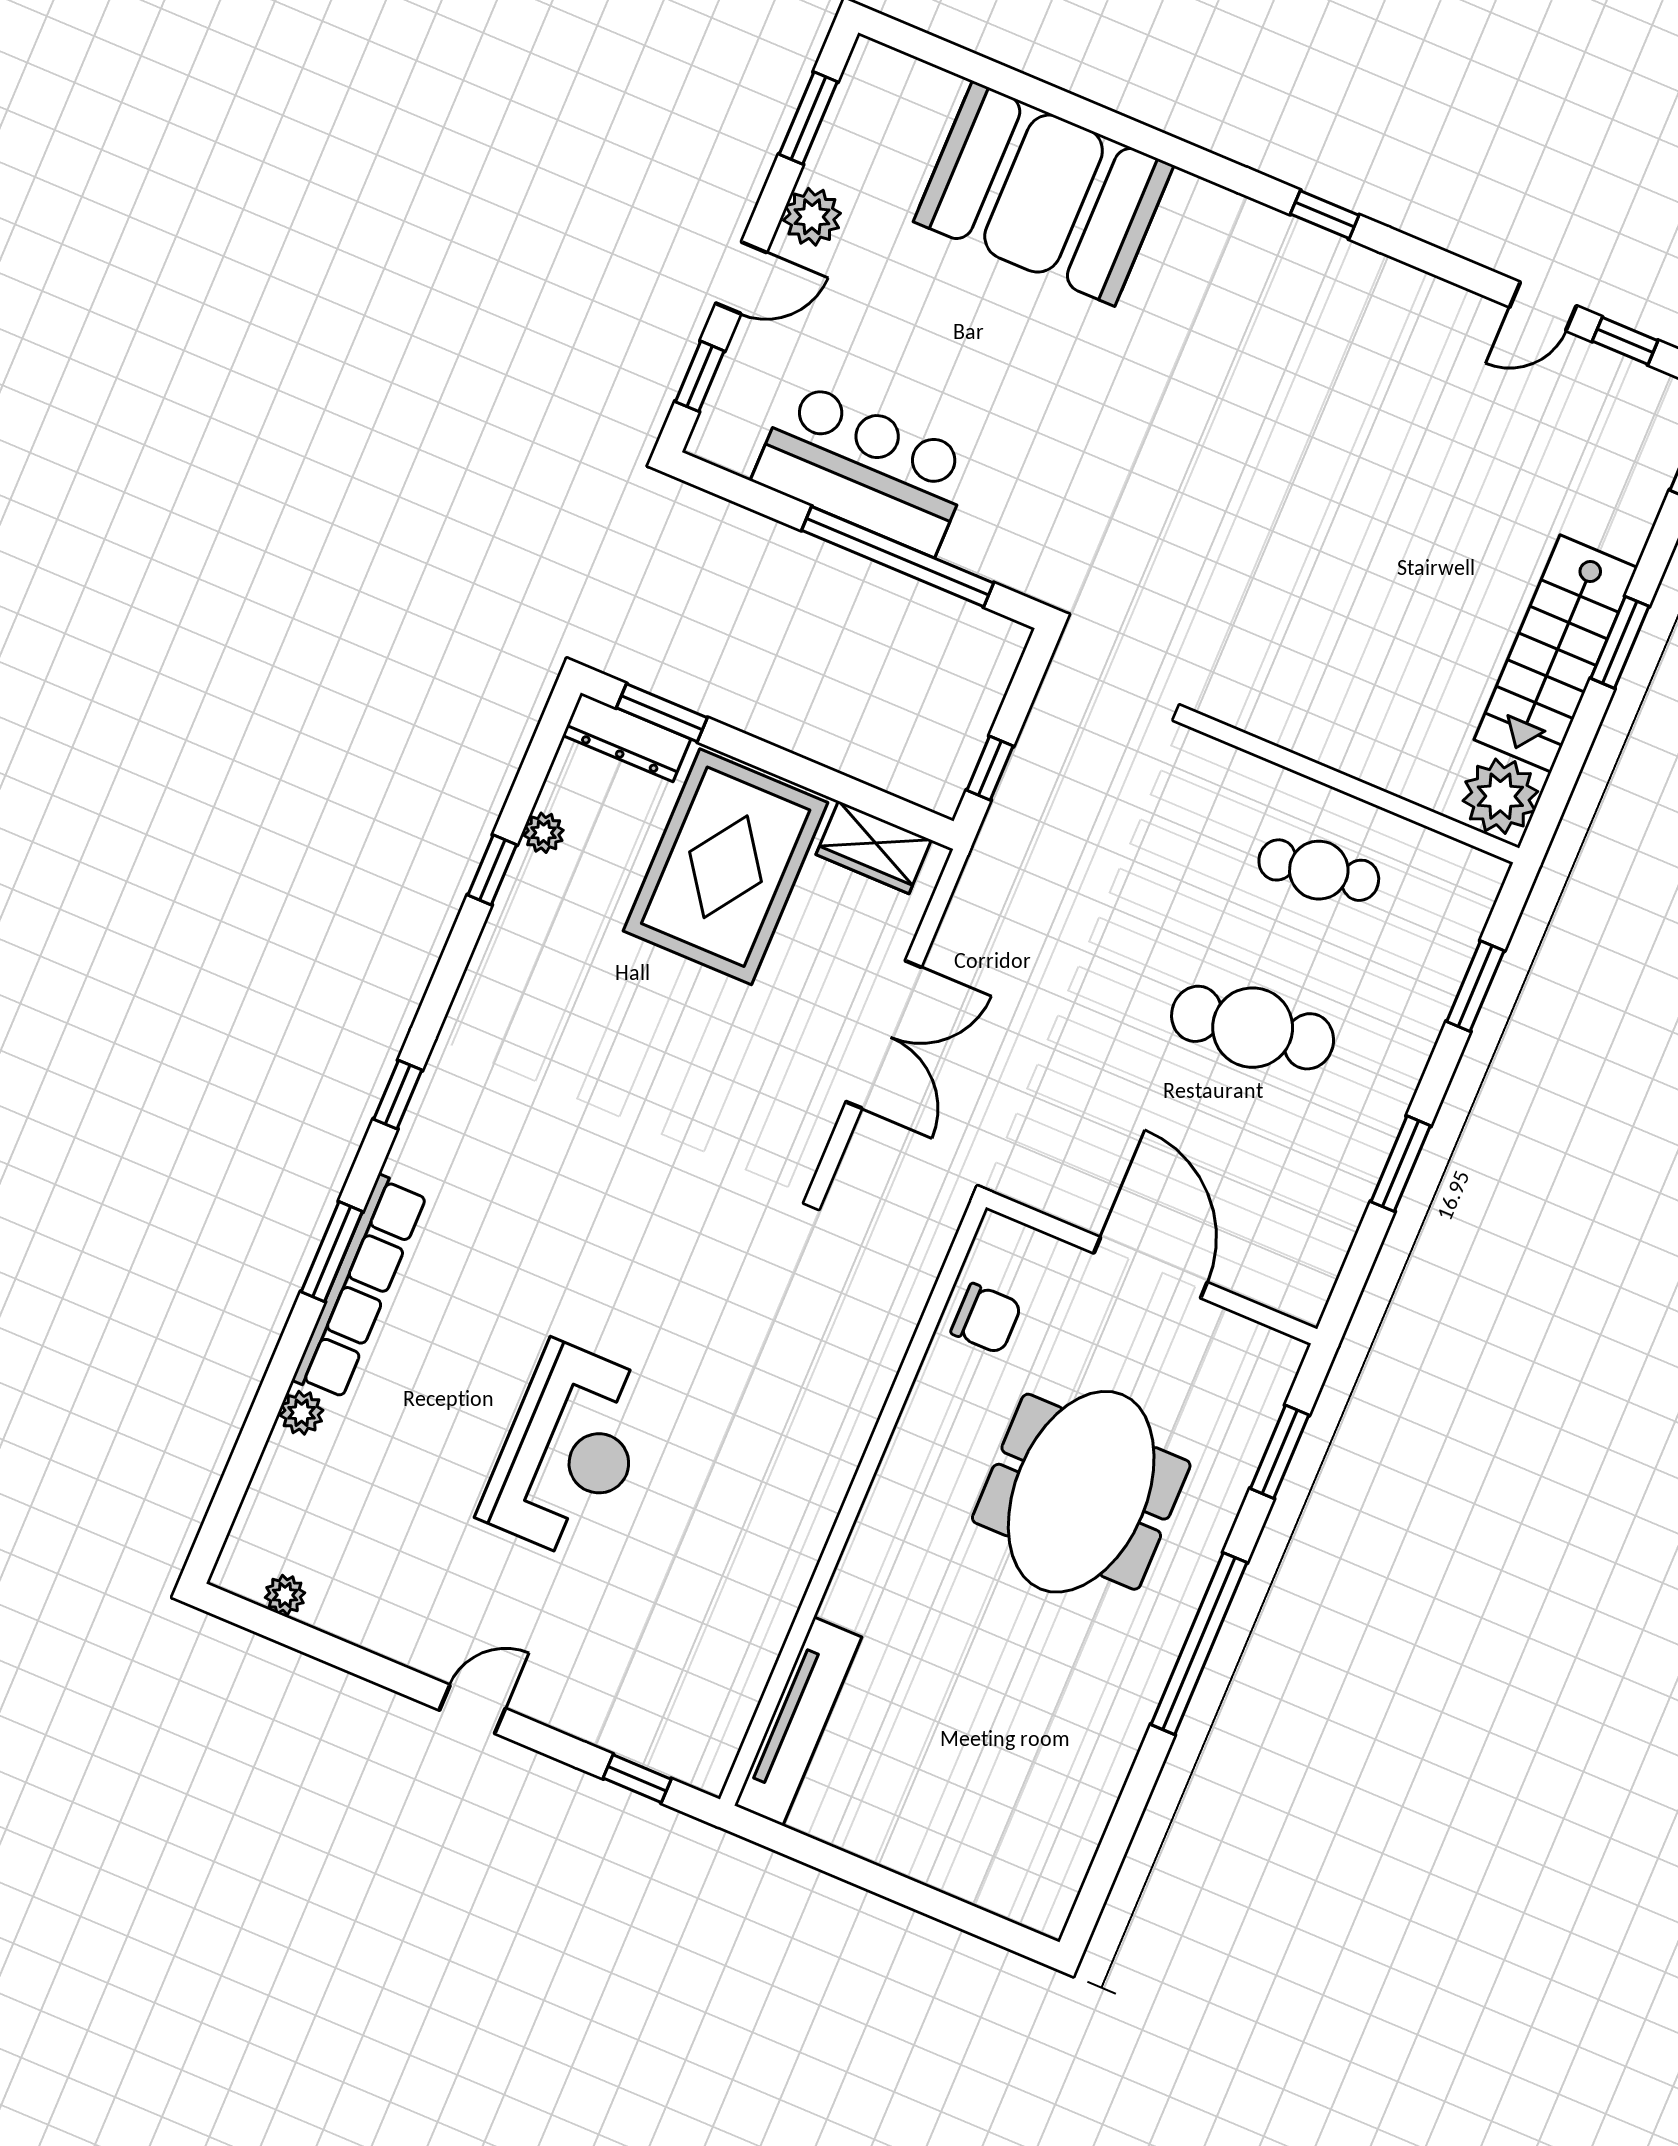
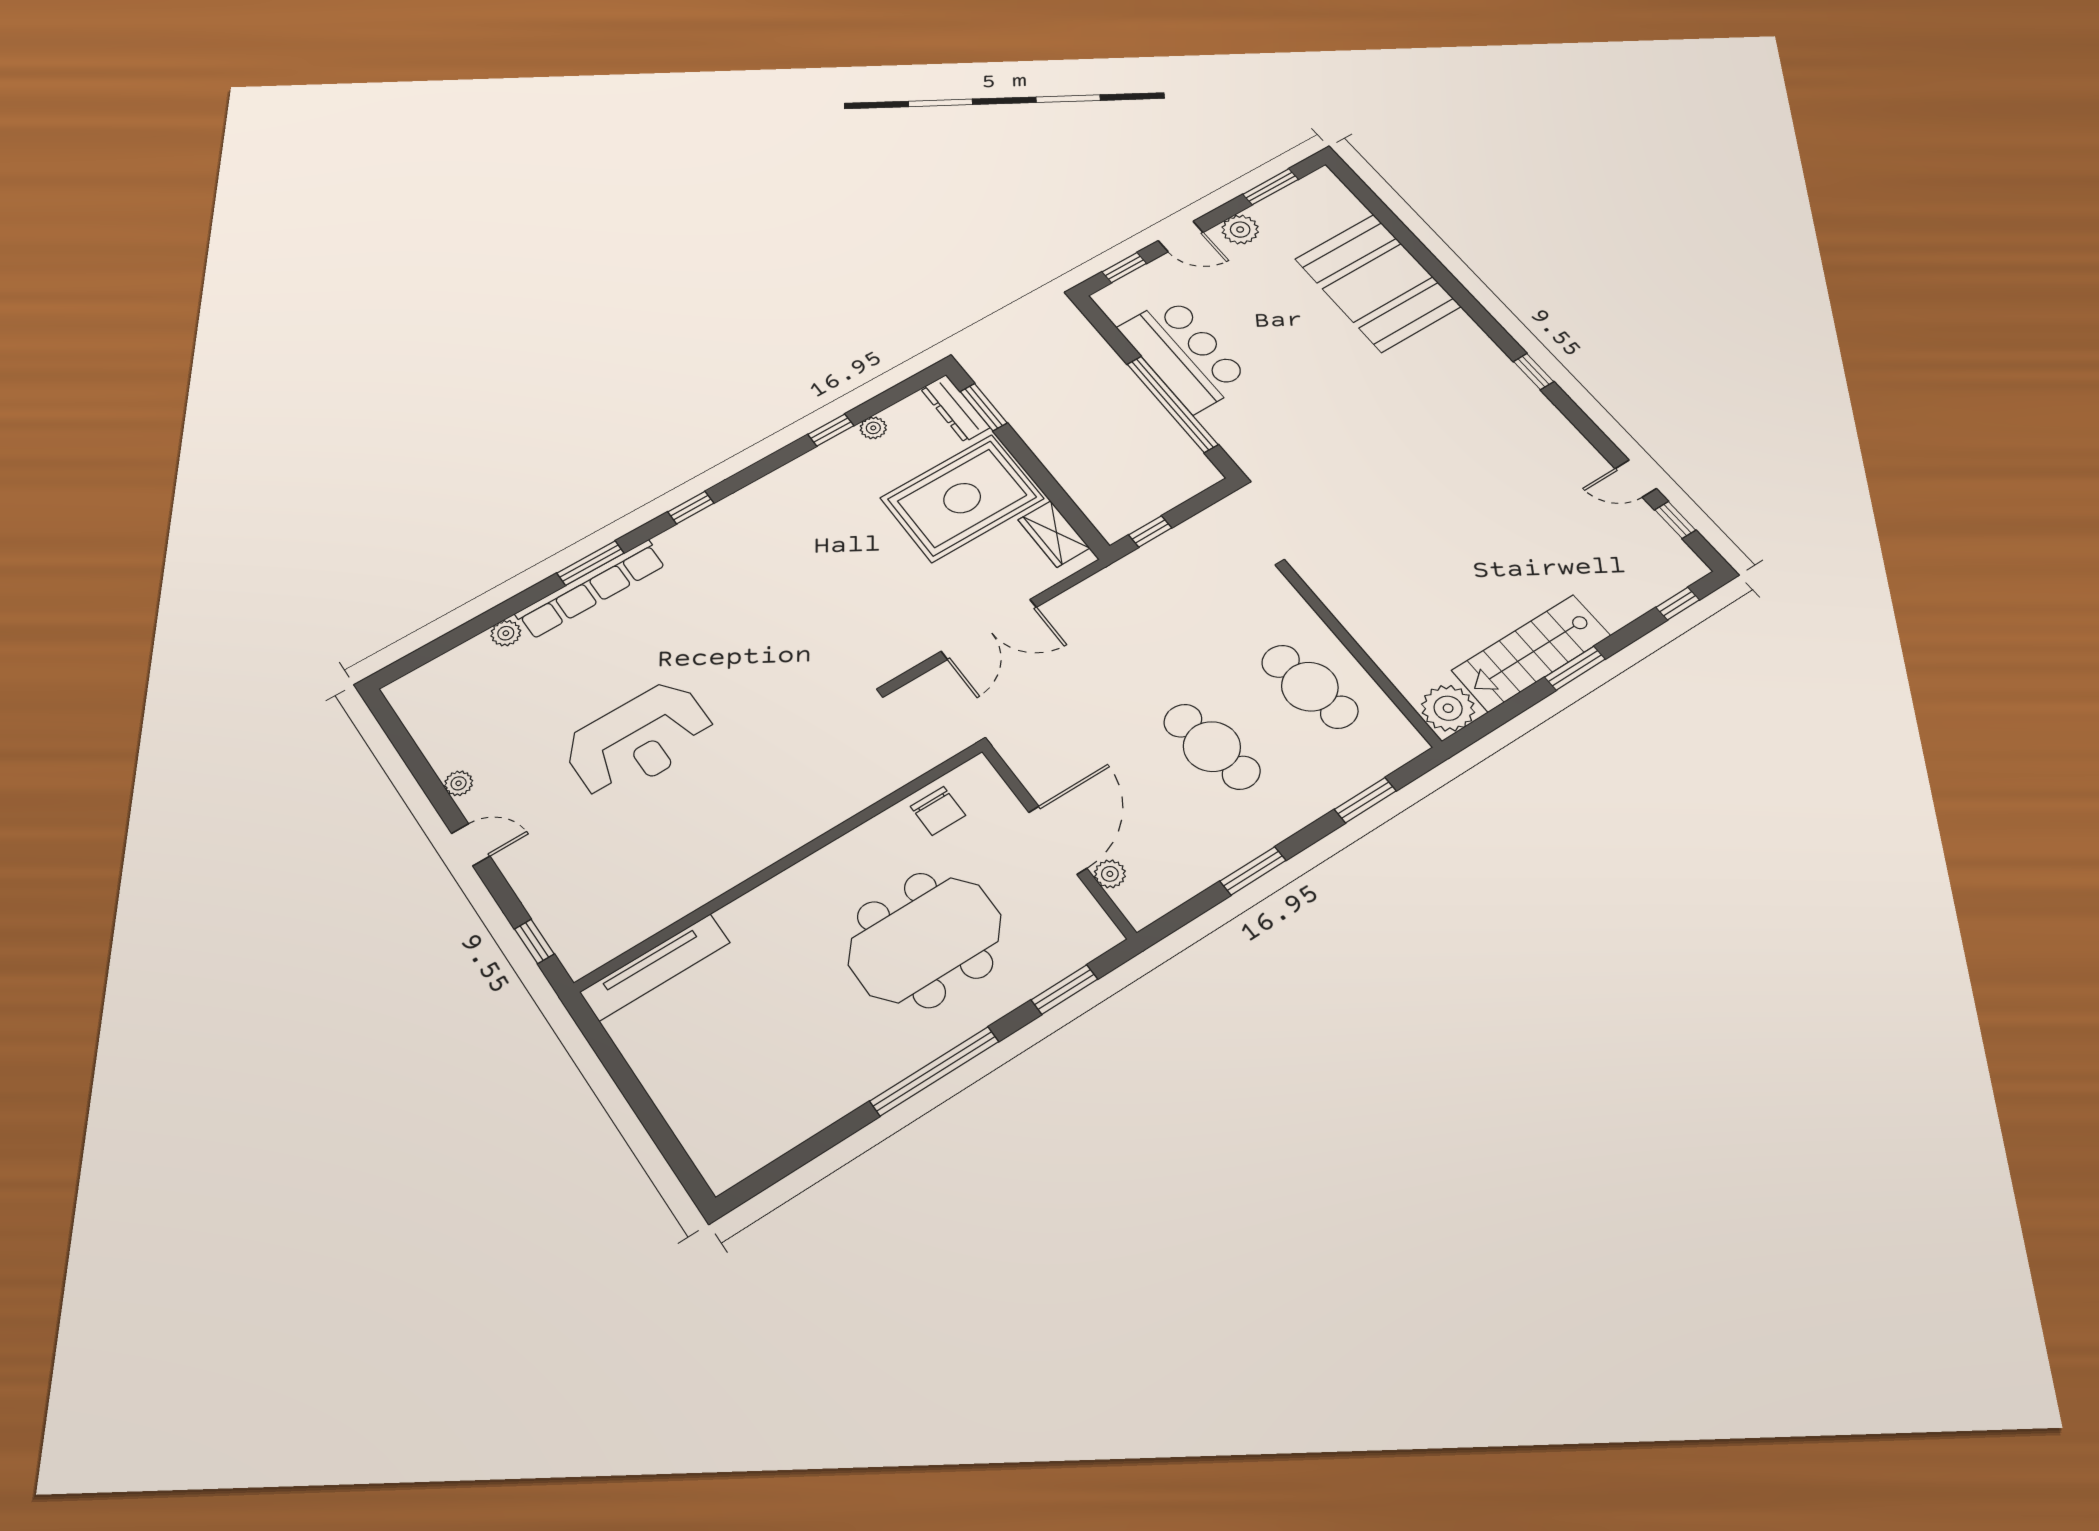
cafe table: (1319, 870) -> (1310, 687), width x1.37, depth x1.35
plant: (1239, 1273) -> (1110, 874), added
plant: (285, 1595) -> (459, 783), moved

